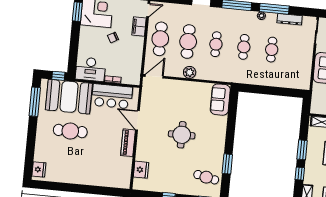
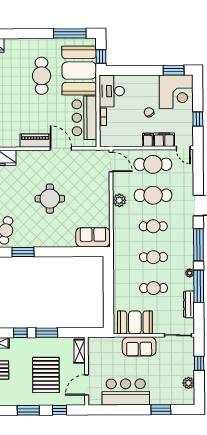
filing cabinet: (138, 41) -> (148, 140), added
booth: (301, 70) -> (135, 322), added
door: (138, 120) -> (61, 148), hinge flipped

